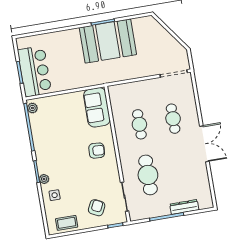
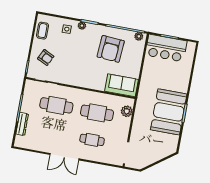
plant: (125, 90) -> (127, 111), added
cafe table: (139, 124) -> (97, 113), width x1.37, depth x1.35
armchair: (97, 151) -> (111, 49), moved, width x1.88, depth x1.88

